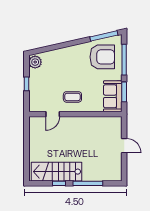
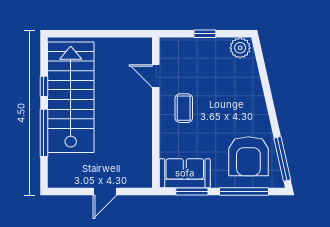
stairs: (57, 172) -> (71, 97), width x1.36, depth x1.51

